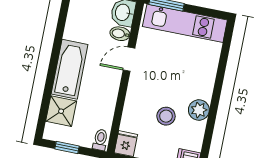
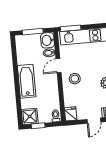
shower: (61, 111) -> (30, 116), moved
stool: (166, 116) -> (75, 79), moved

